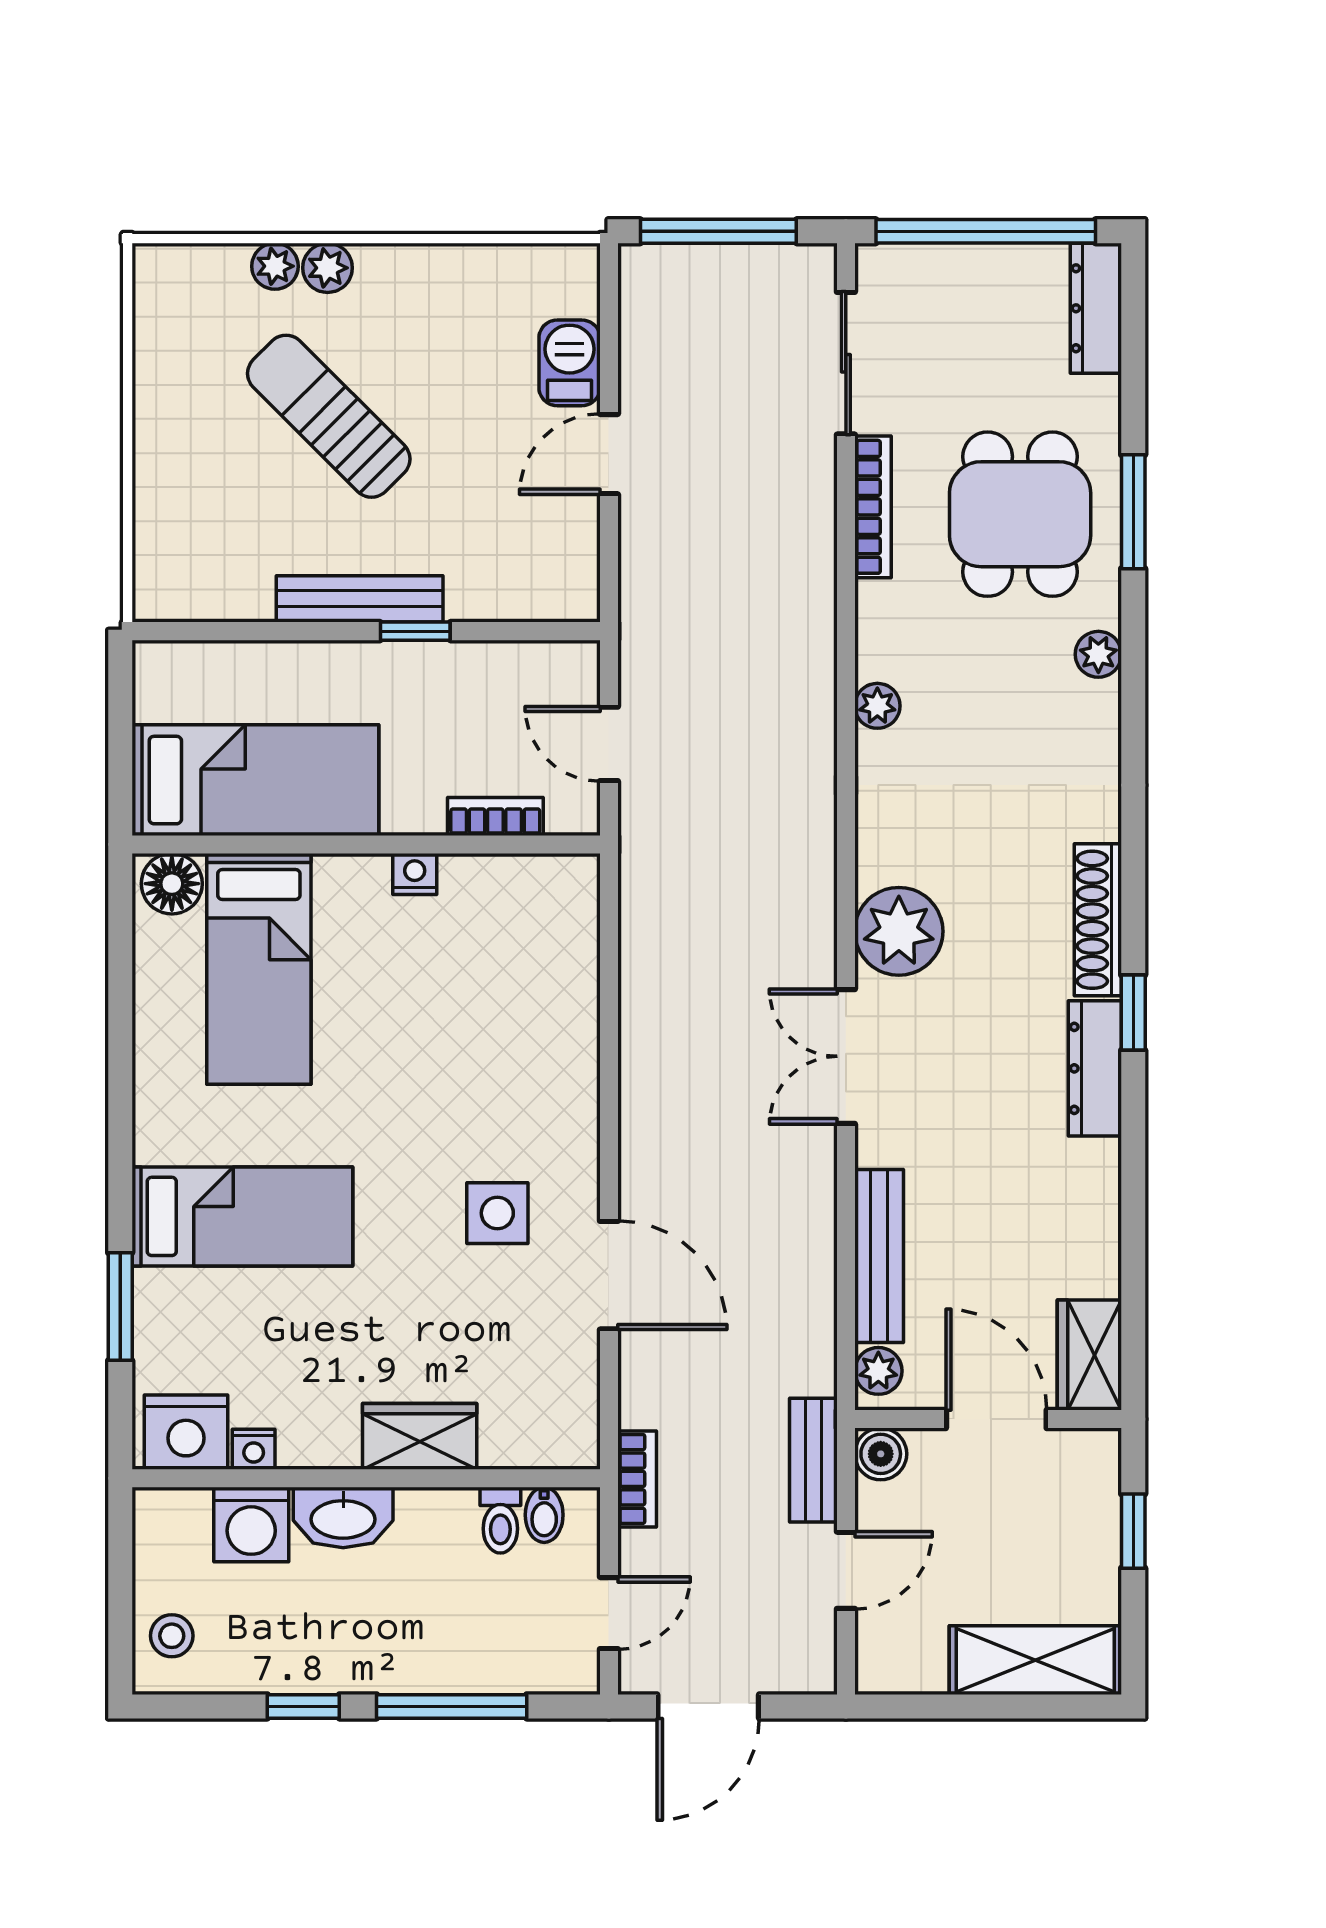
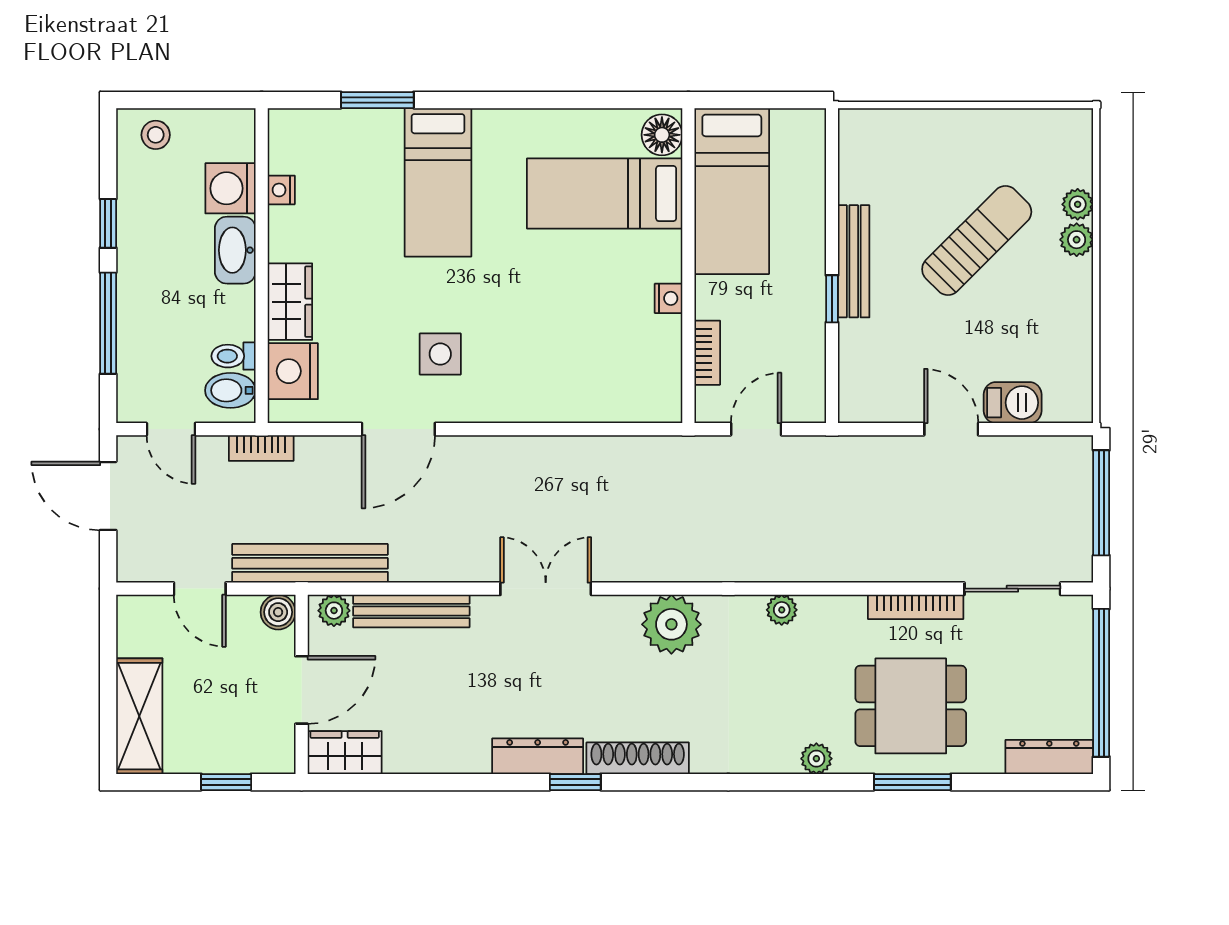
plant: (899, 931) -> (671, 624), moved
nightstand: (186, 1432) -> (293, 371), moved
bench: (813, 1460) -> (310, 563), width x1.86, depth x1.21
bidet: (544, 1515) -> (230, 390), width x1.38, depth x1.36

